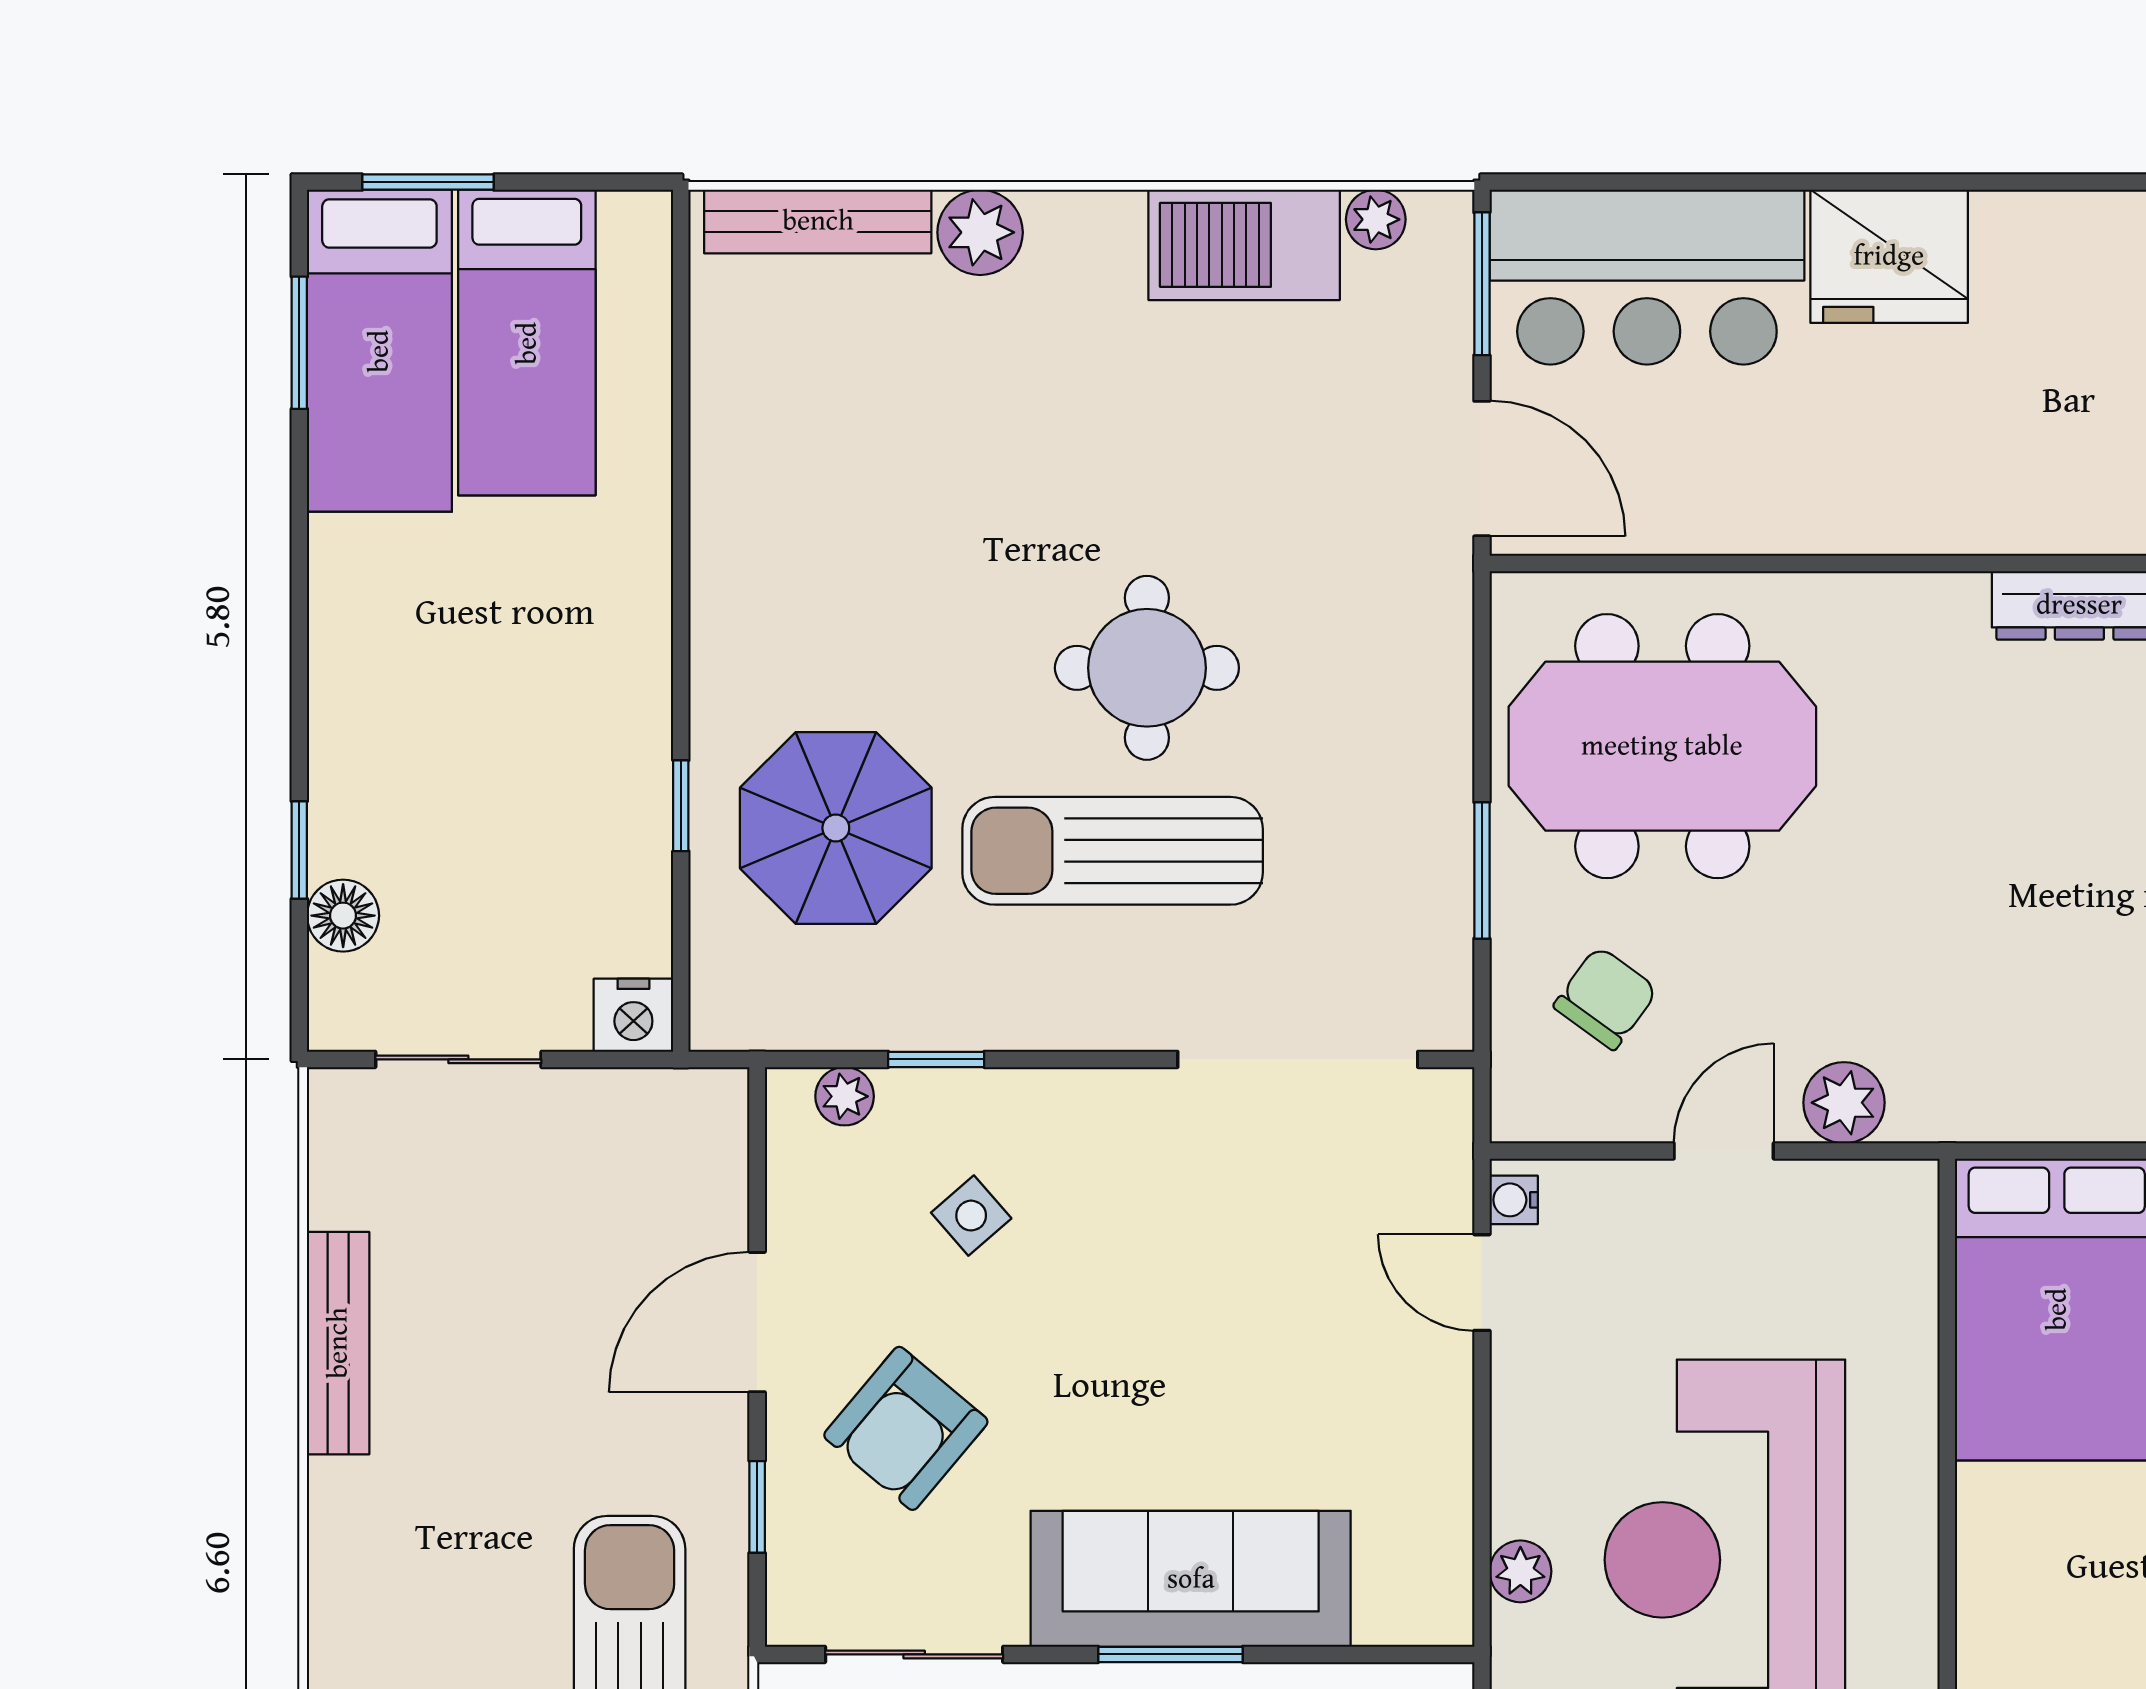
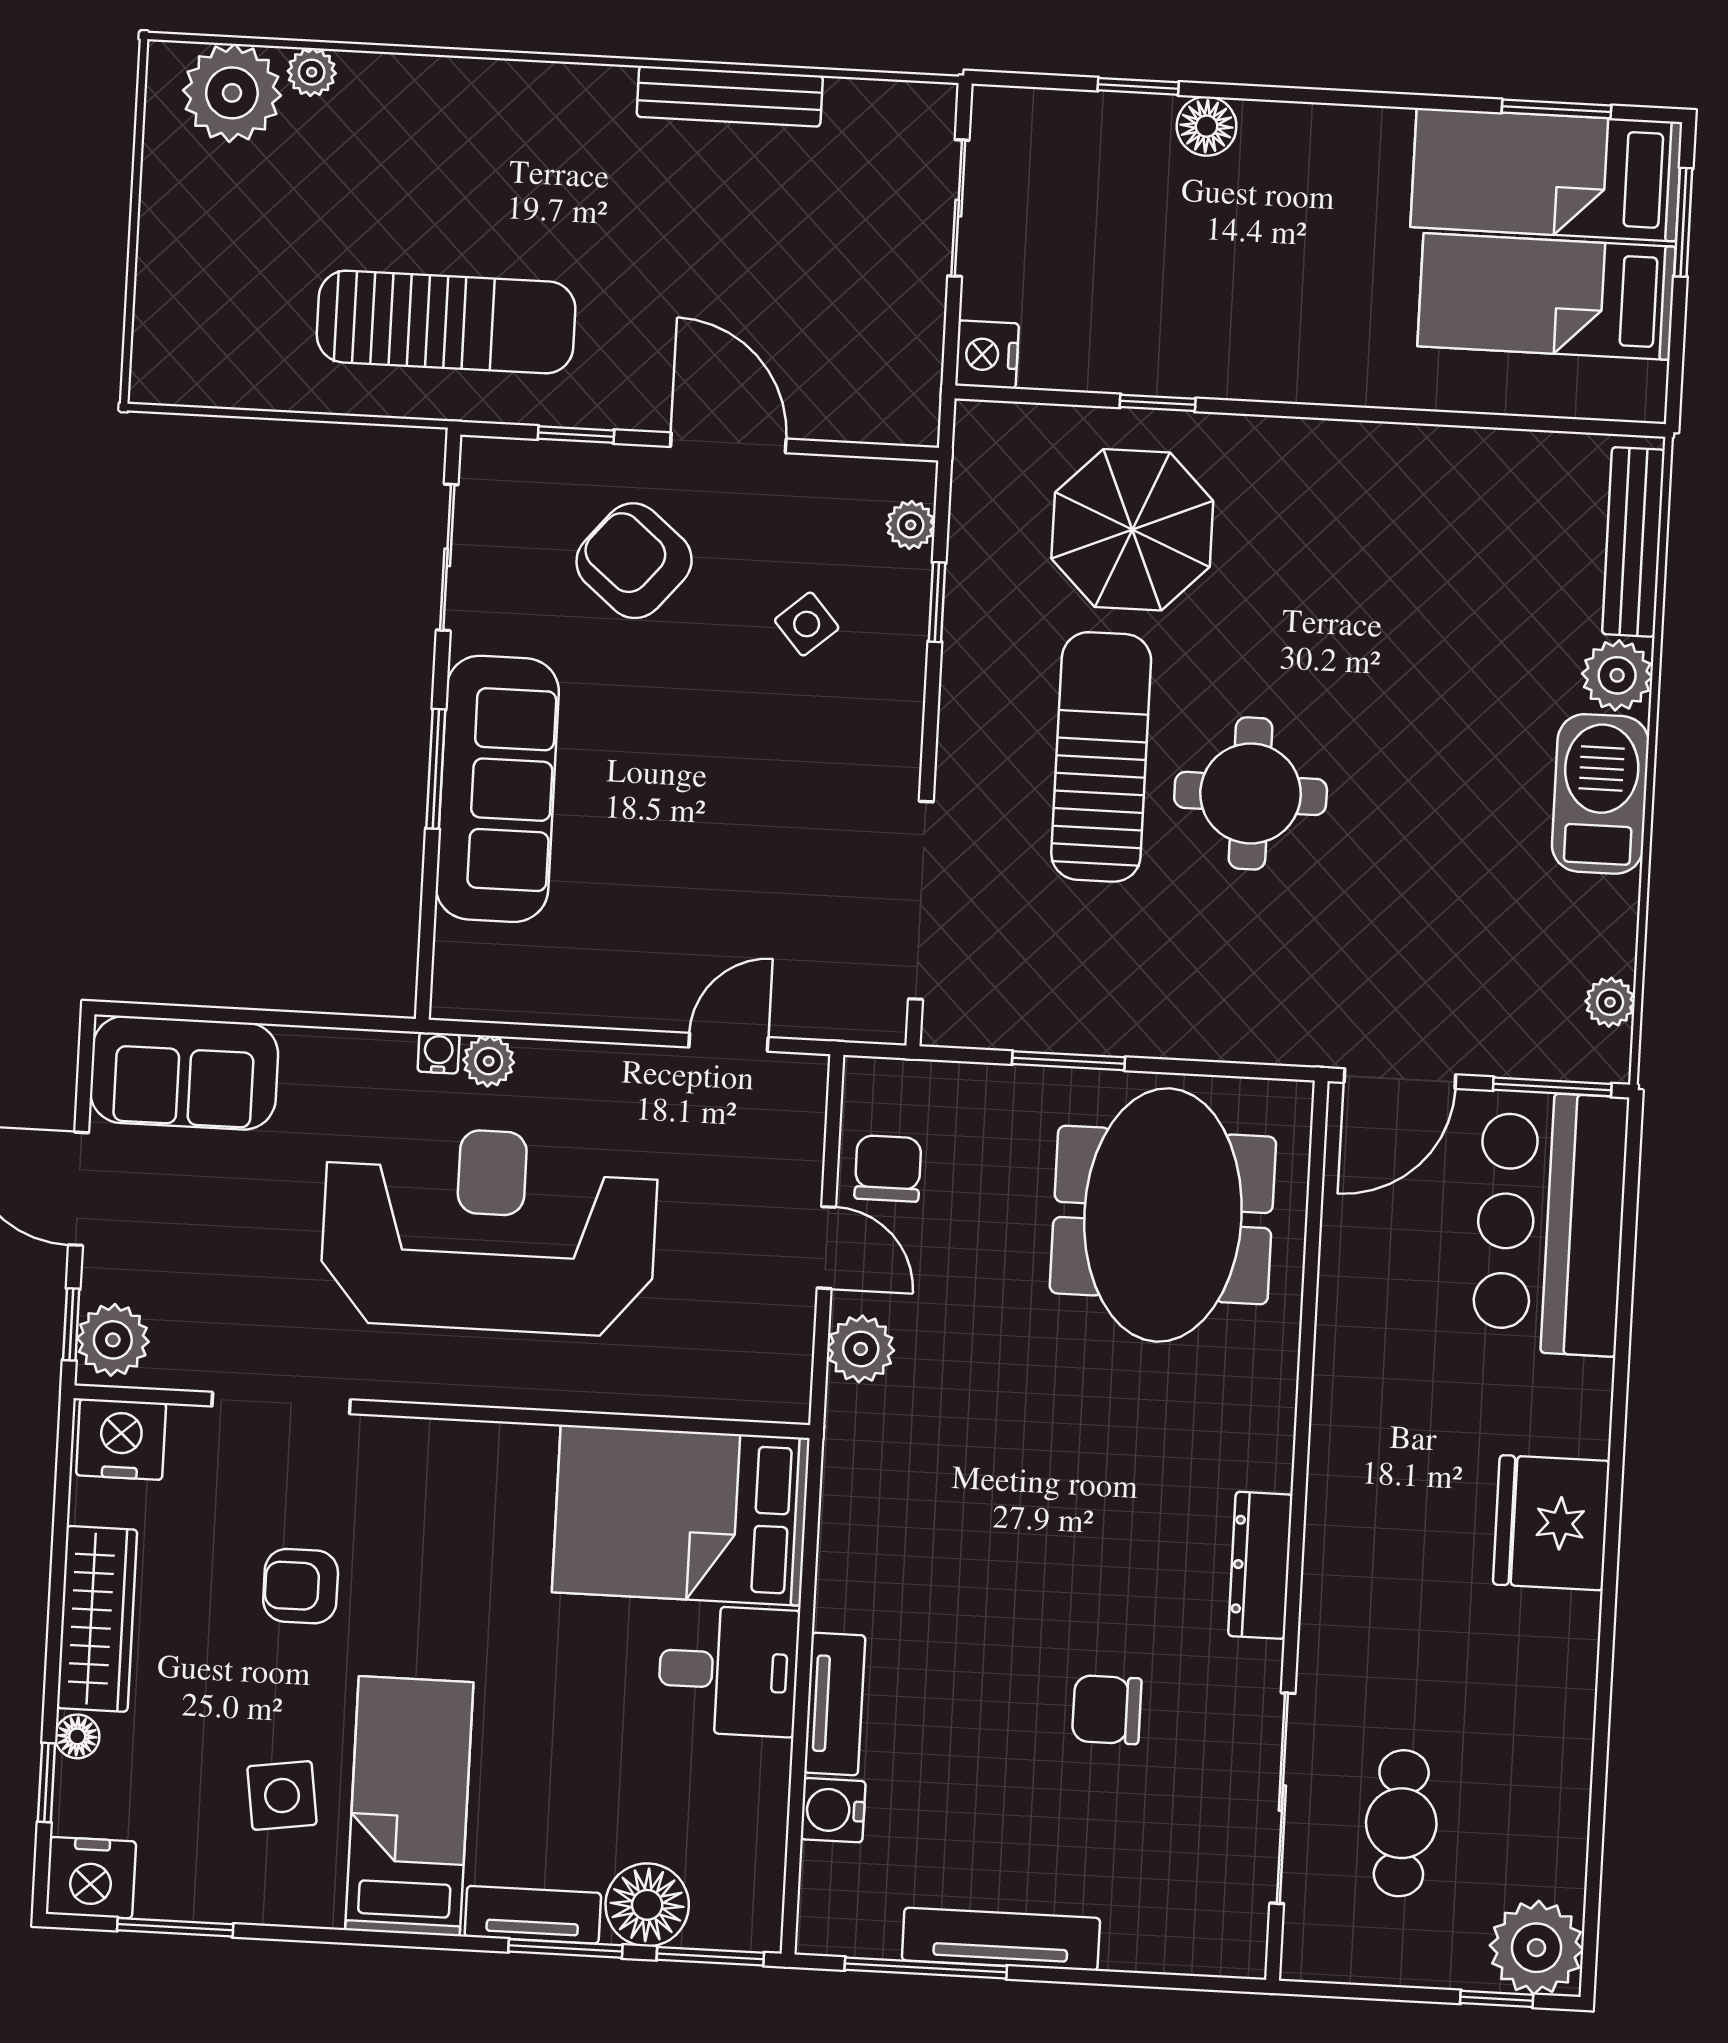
barbecue: (1244, 245) -> (1600, 794), moved
fridge: (1889, 256) -> (1551, 1523), moved
floor lamp: (343, 916) -> (1207, 126), moved
chair: (1606, 998) -> (888, 1168), moved, turned -126
water cooler: (1514, 1200) -> (439, 1053), moved

